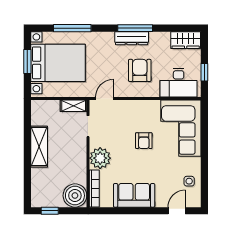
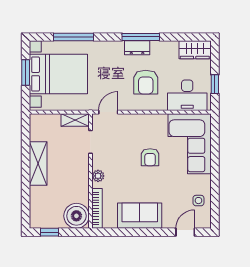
dresser: (132, 38) -> (137, 48), width x0.70
armchair: (140, 70) -> (146, 82), turned 180
plant: (100, 158) -> (98, 176), width x0.53, depth x0.53

